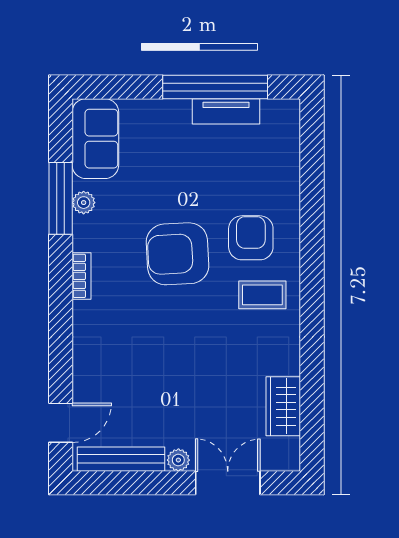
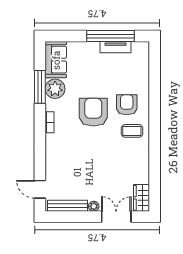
plant: (84, 203) -> (55, 89), width x1.88, depth x1.88
armchair: (177, 254) -> (93, 112), turned 93
wardrobe: (283, 406) -> (142, 198), moved
door: (61, 423) -> (40, 189), swing flipped

